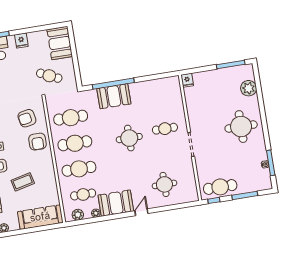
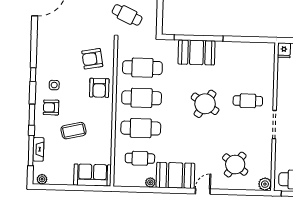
round table: (129, 138) -> (205, 104), turned 33
round table: (164, 184) -> (235, 165), turned 37
plant: (78, 215) -> (265, 184), moved
sofa: (40, 217) -> (93, 175), width x0.73

